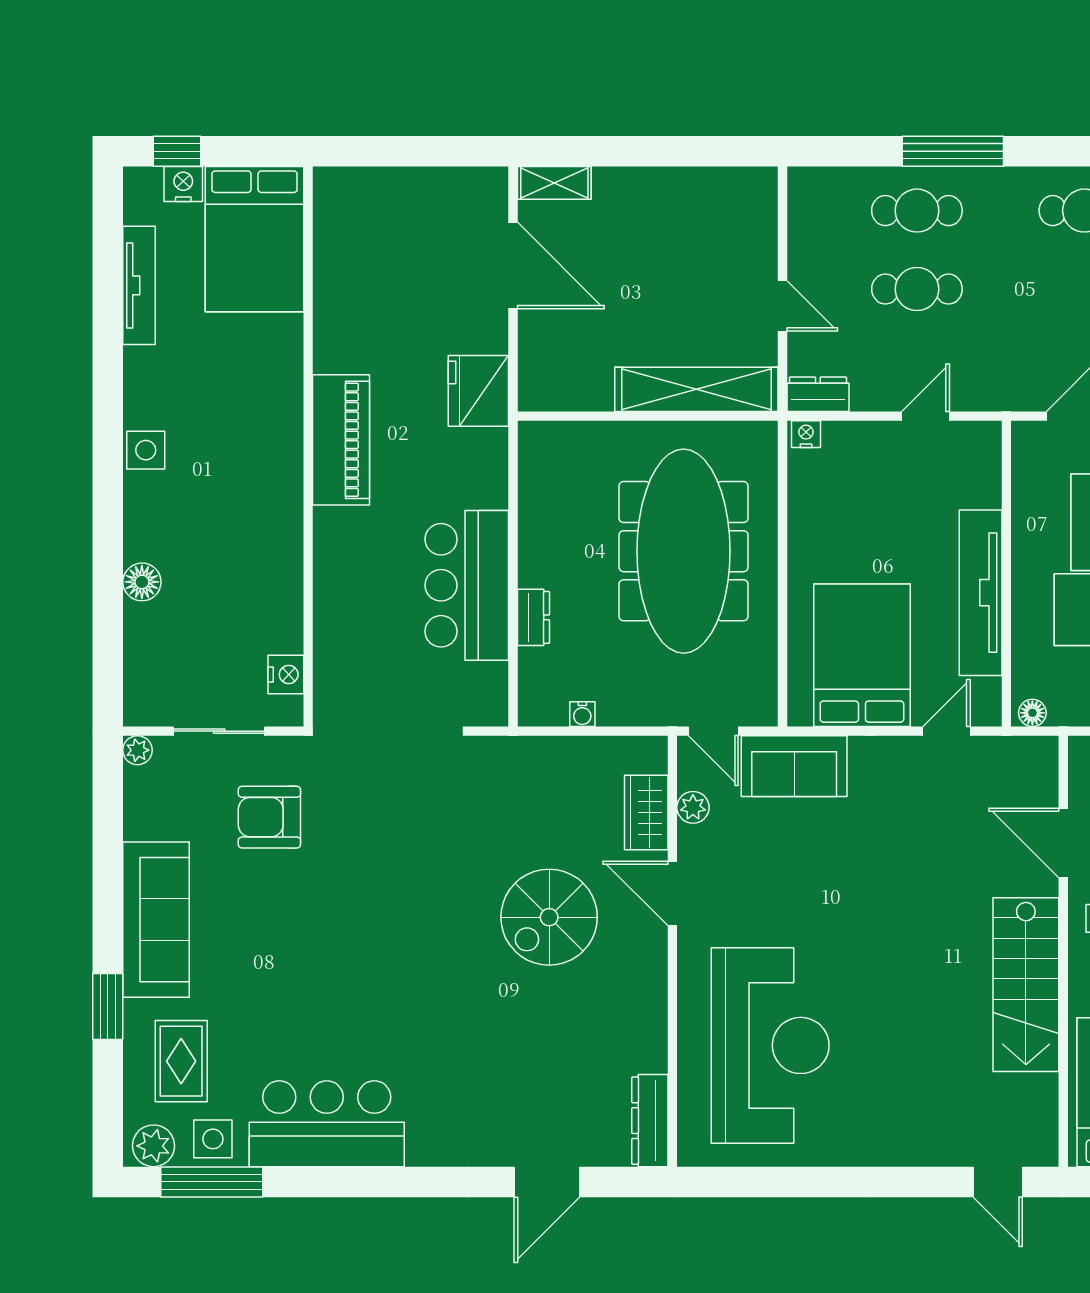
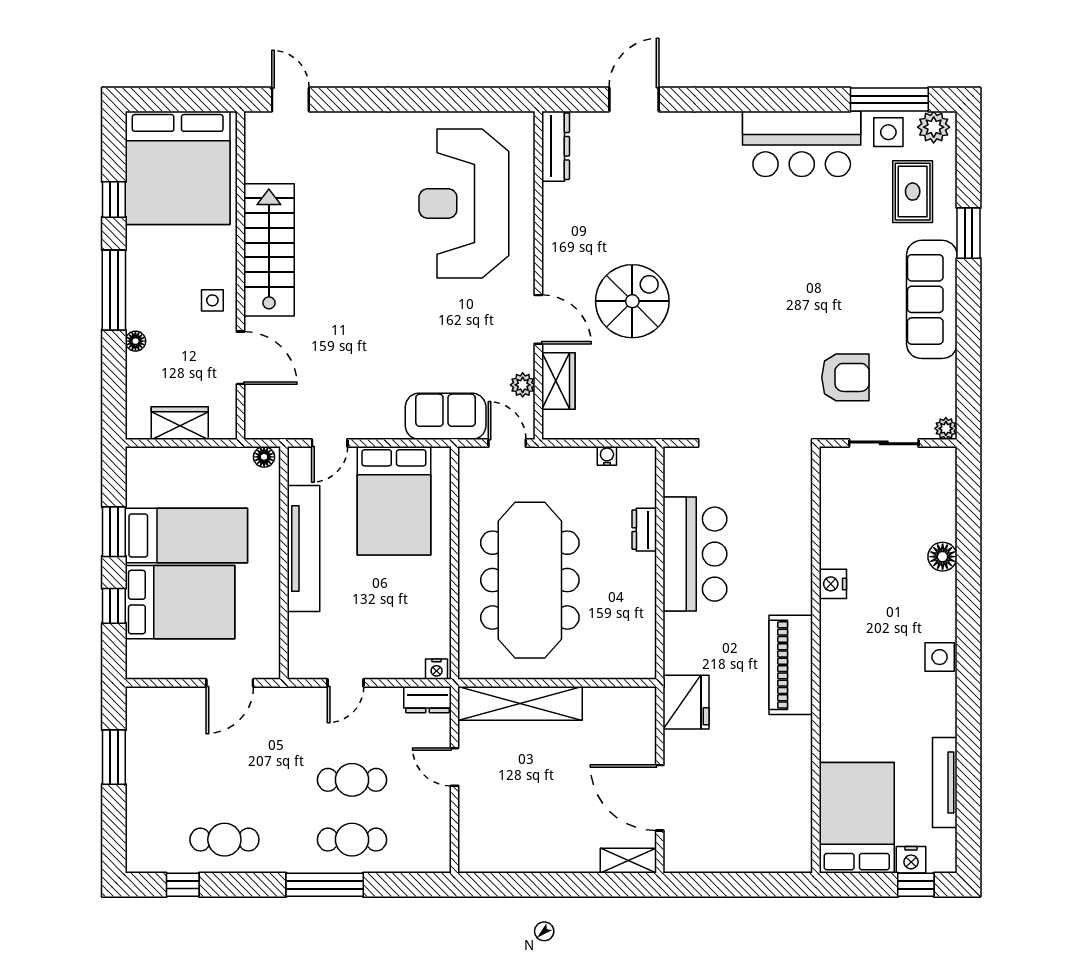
nightstand: (286, 675) -> (833, 584), moved

